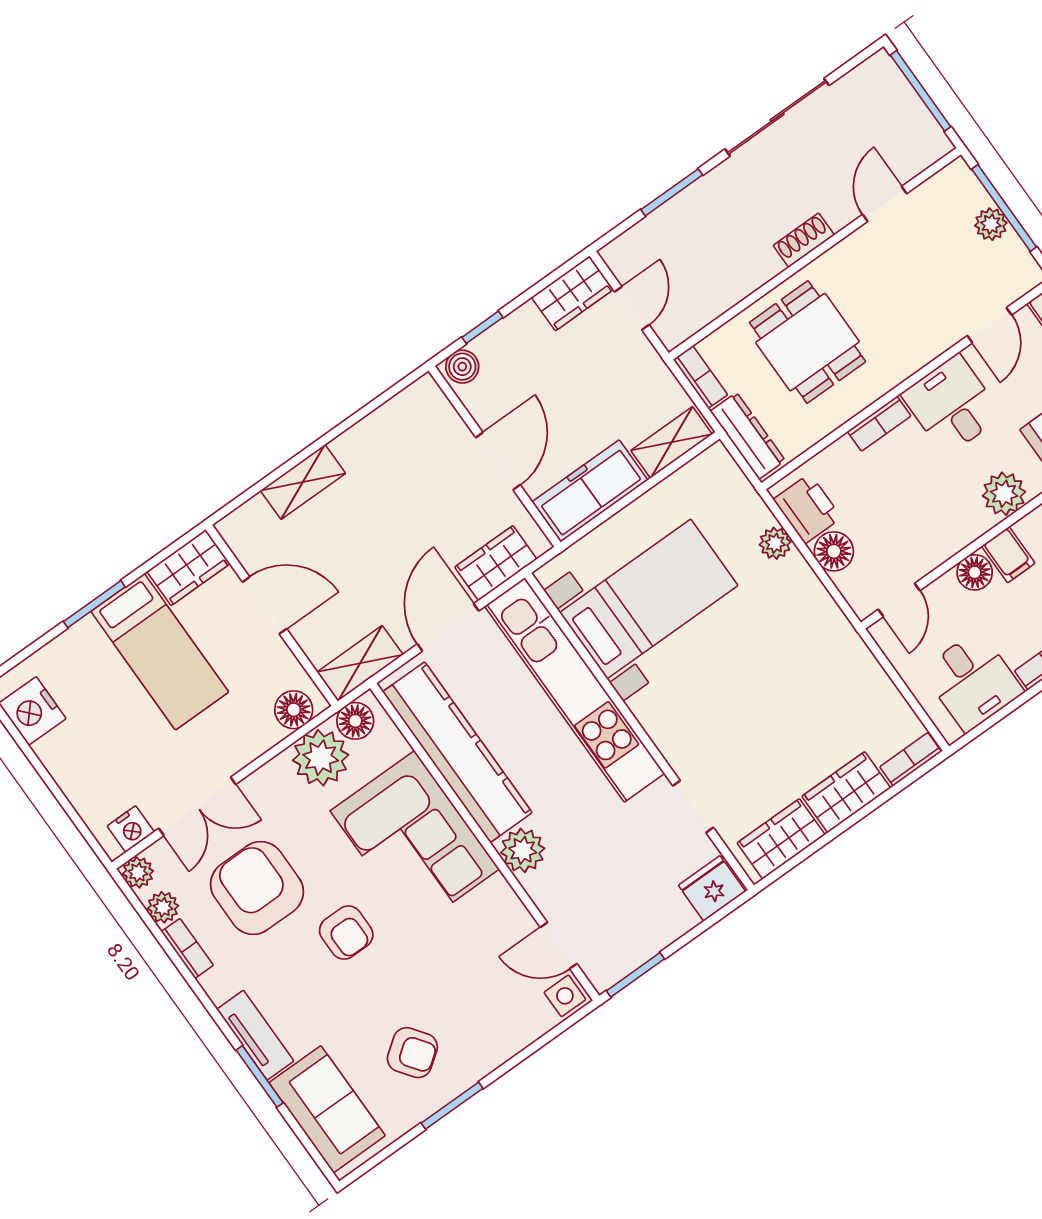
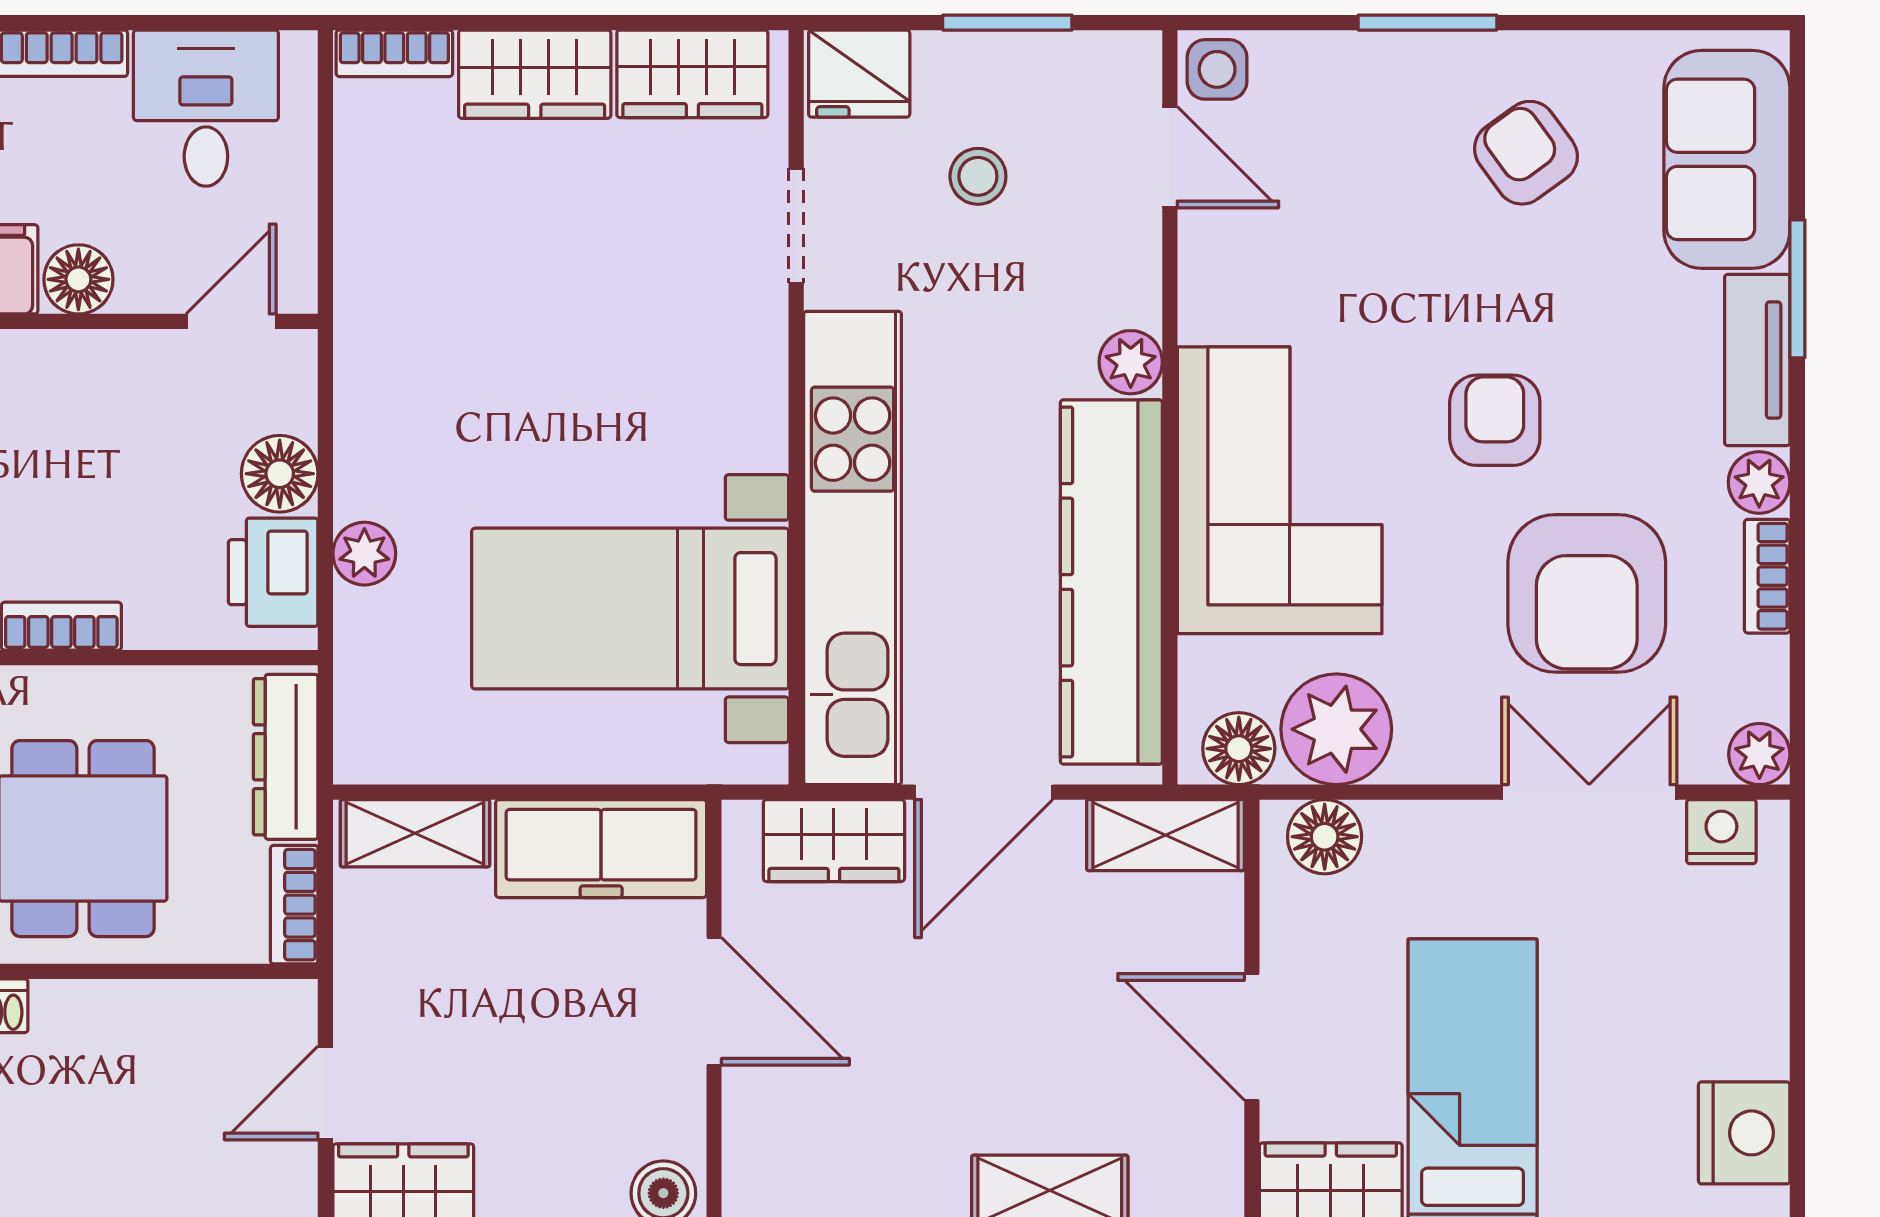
door: (498, 461) -> (714, 1001), swing flipped
plant: (523, 850) -> (1131, 362), width x0.73, depth x0.73
stool: (632, 881) -> (978, 176), added
plant: (163, 907) -> (1759, 482), moved
window: (635, 975) -> (1007, 23), moved
window: (452, 1106) -> (1427, 23), moved

